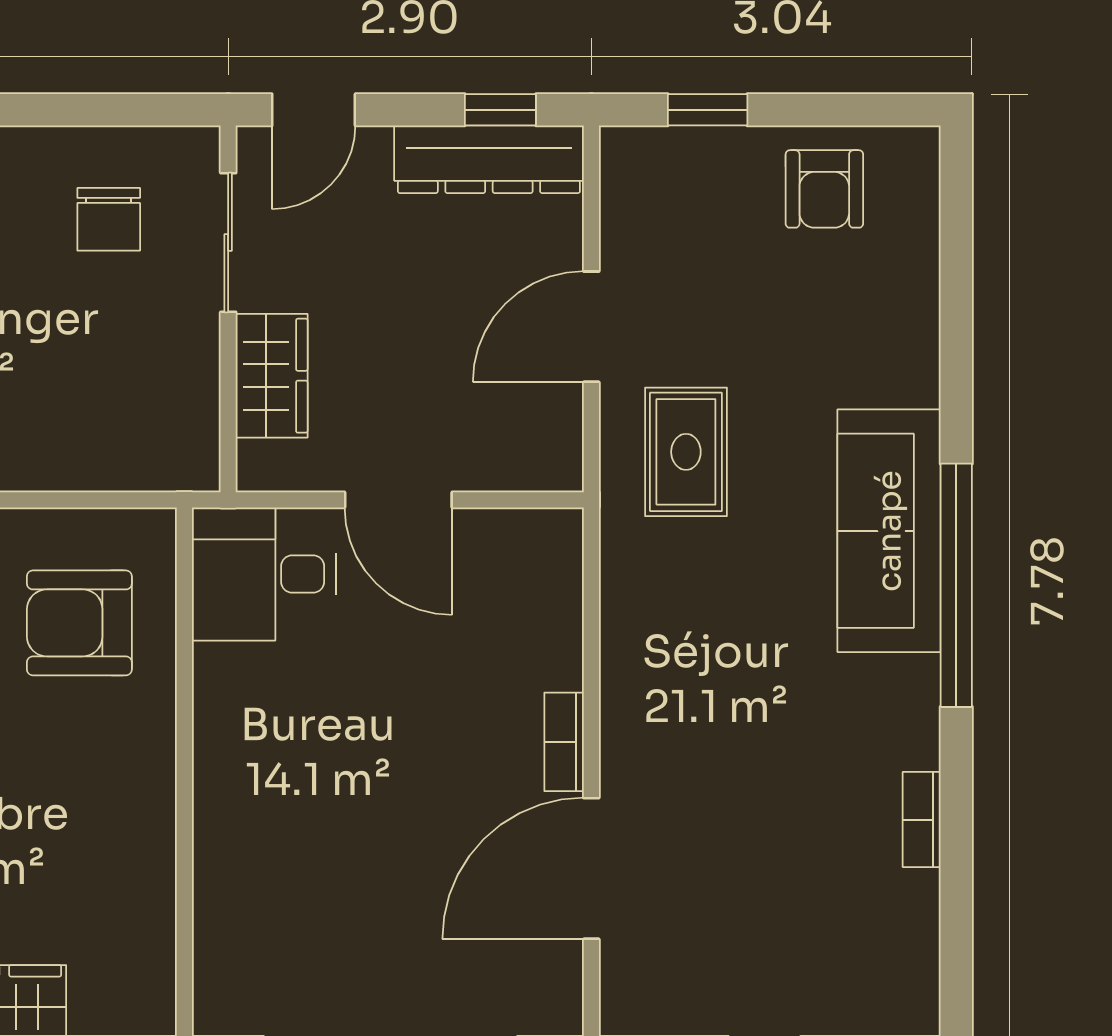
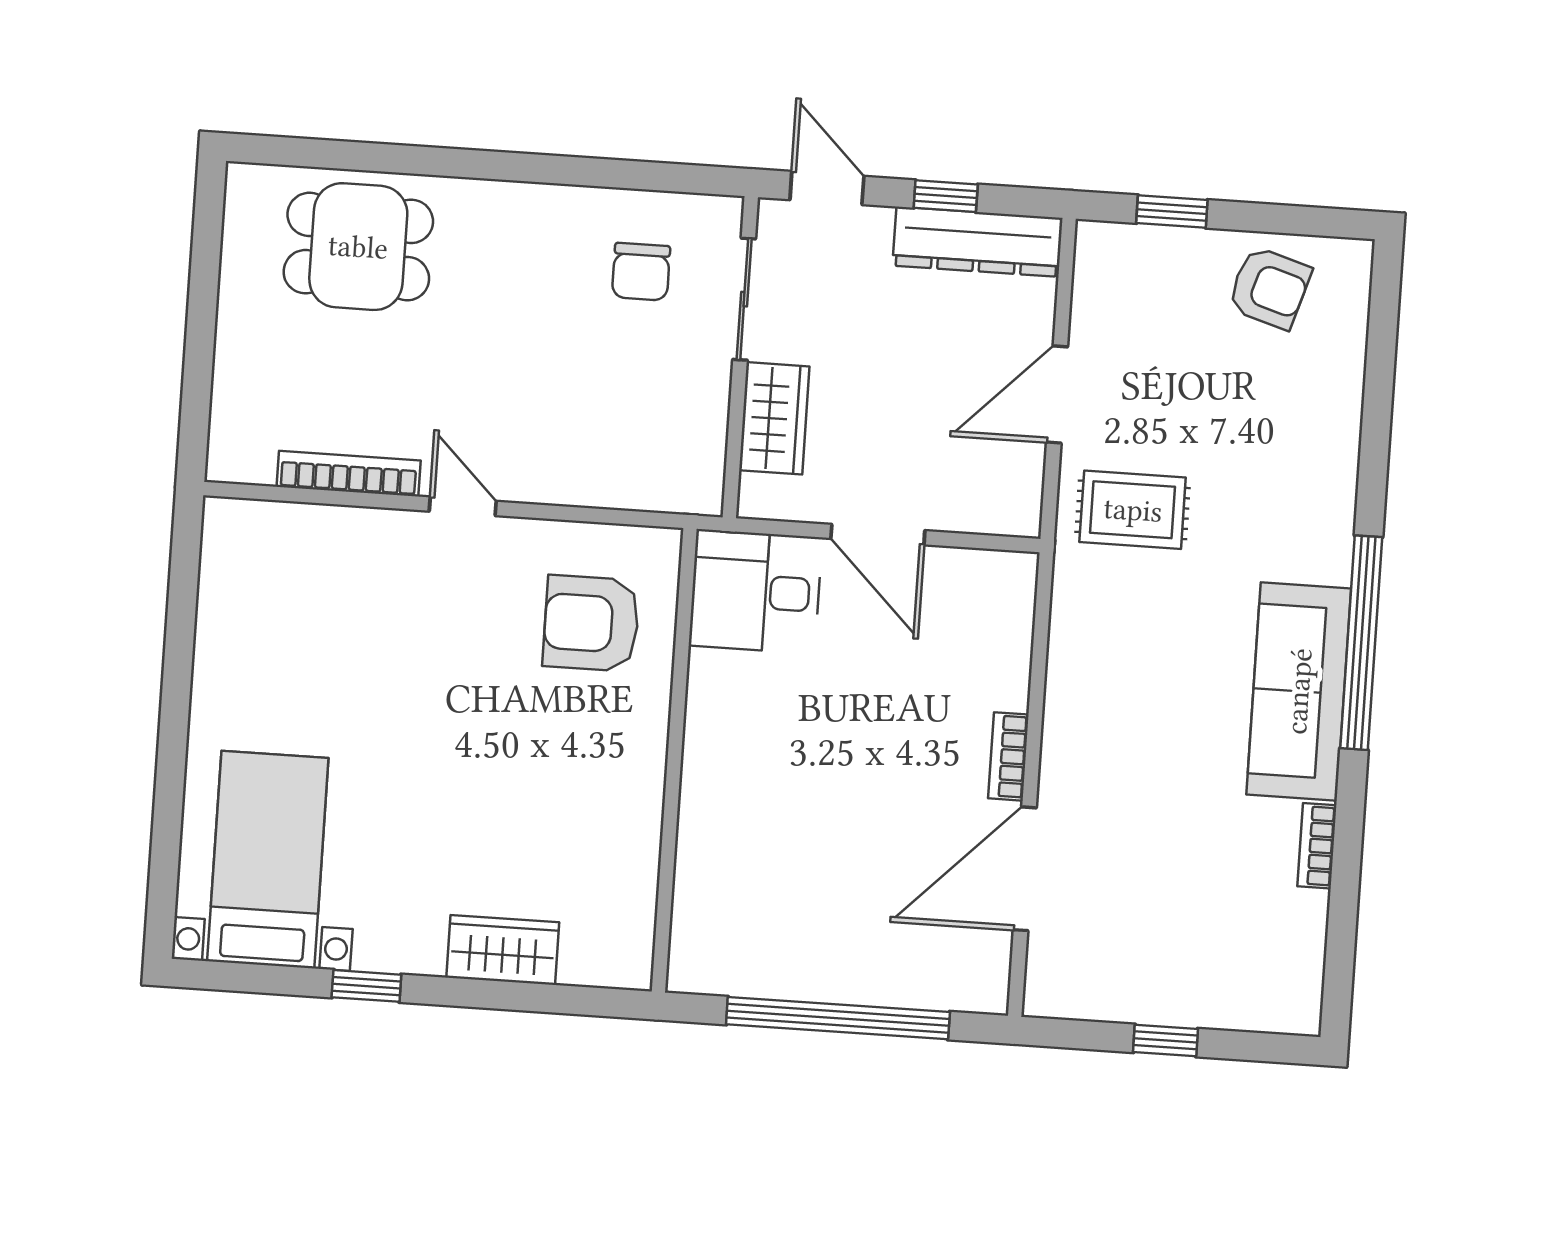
door: (314, 110) -> (827, 188), swing flipped
window: (500, 110) -> (946, 196), moved
armchair: (824, 189) -> (1269, 288), turned -73
rug: (686, 452) -> (1133, 510), turned 90
sofa: (889, 531) -> (1299, 691), moved

